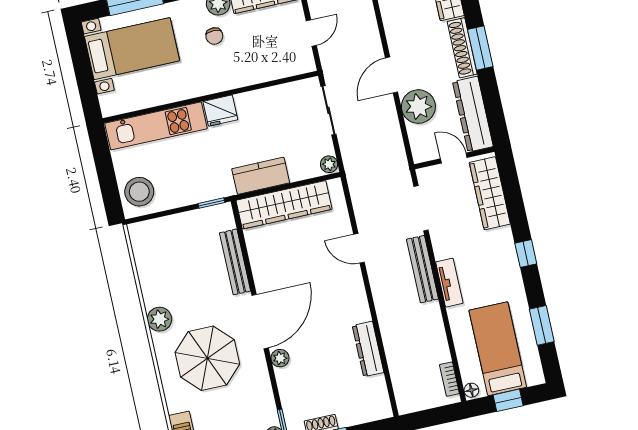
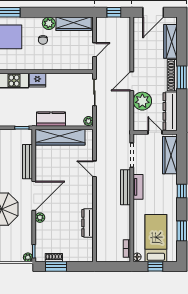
tv unit: (449, 283) -> (138, 187), moved

